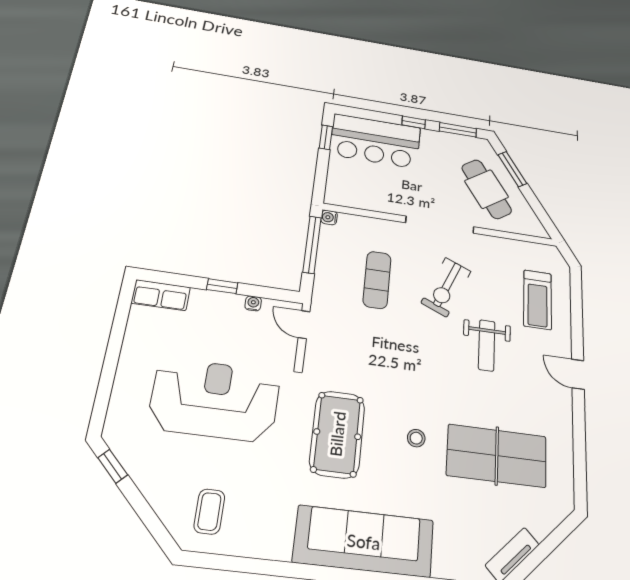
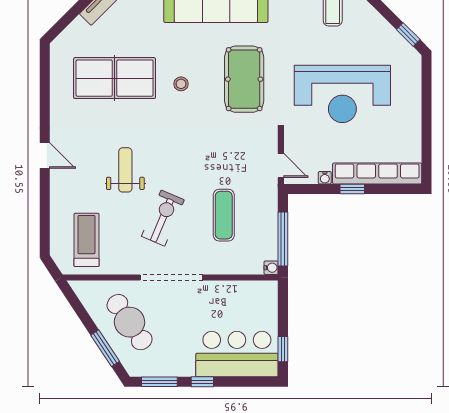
row of seats: (161, 295) -> (377, 173), width x2.02
treadmill: (538, 300) -> (87, 240), moved

